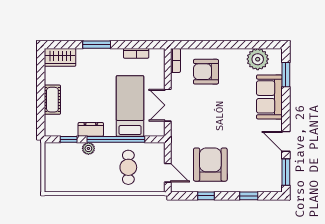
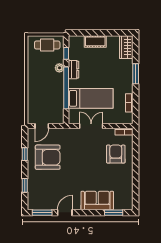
plant: (258, 59) -> (125, 192), removed
cafe table: (128, 167) -> (47, 45), moved

